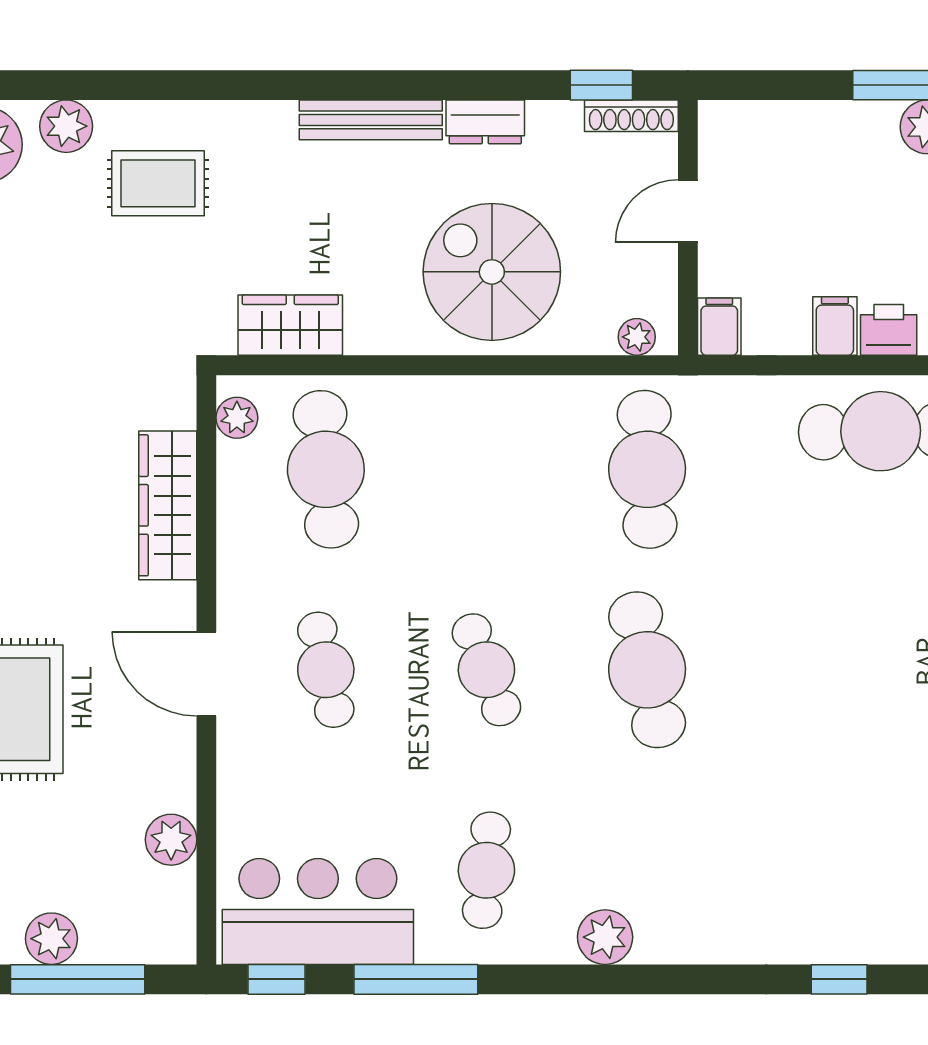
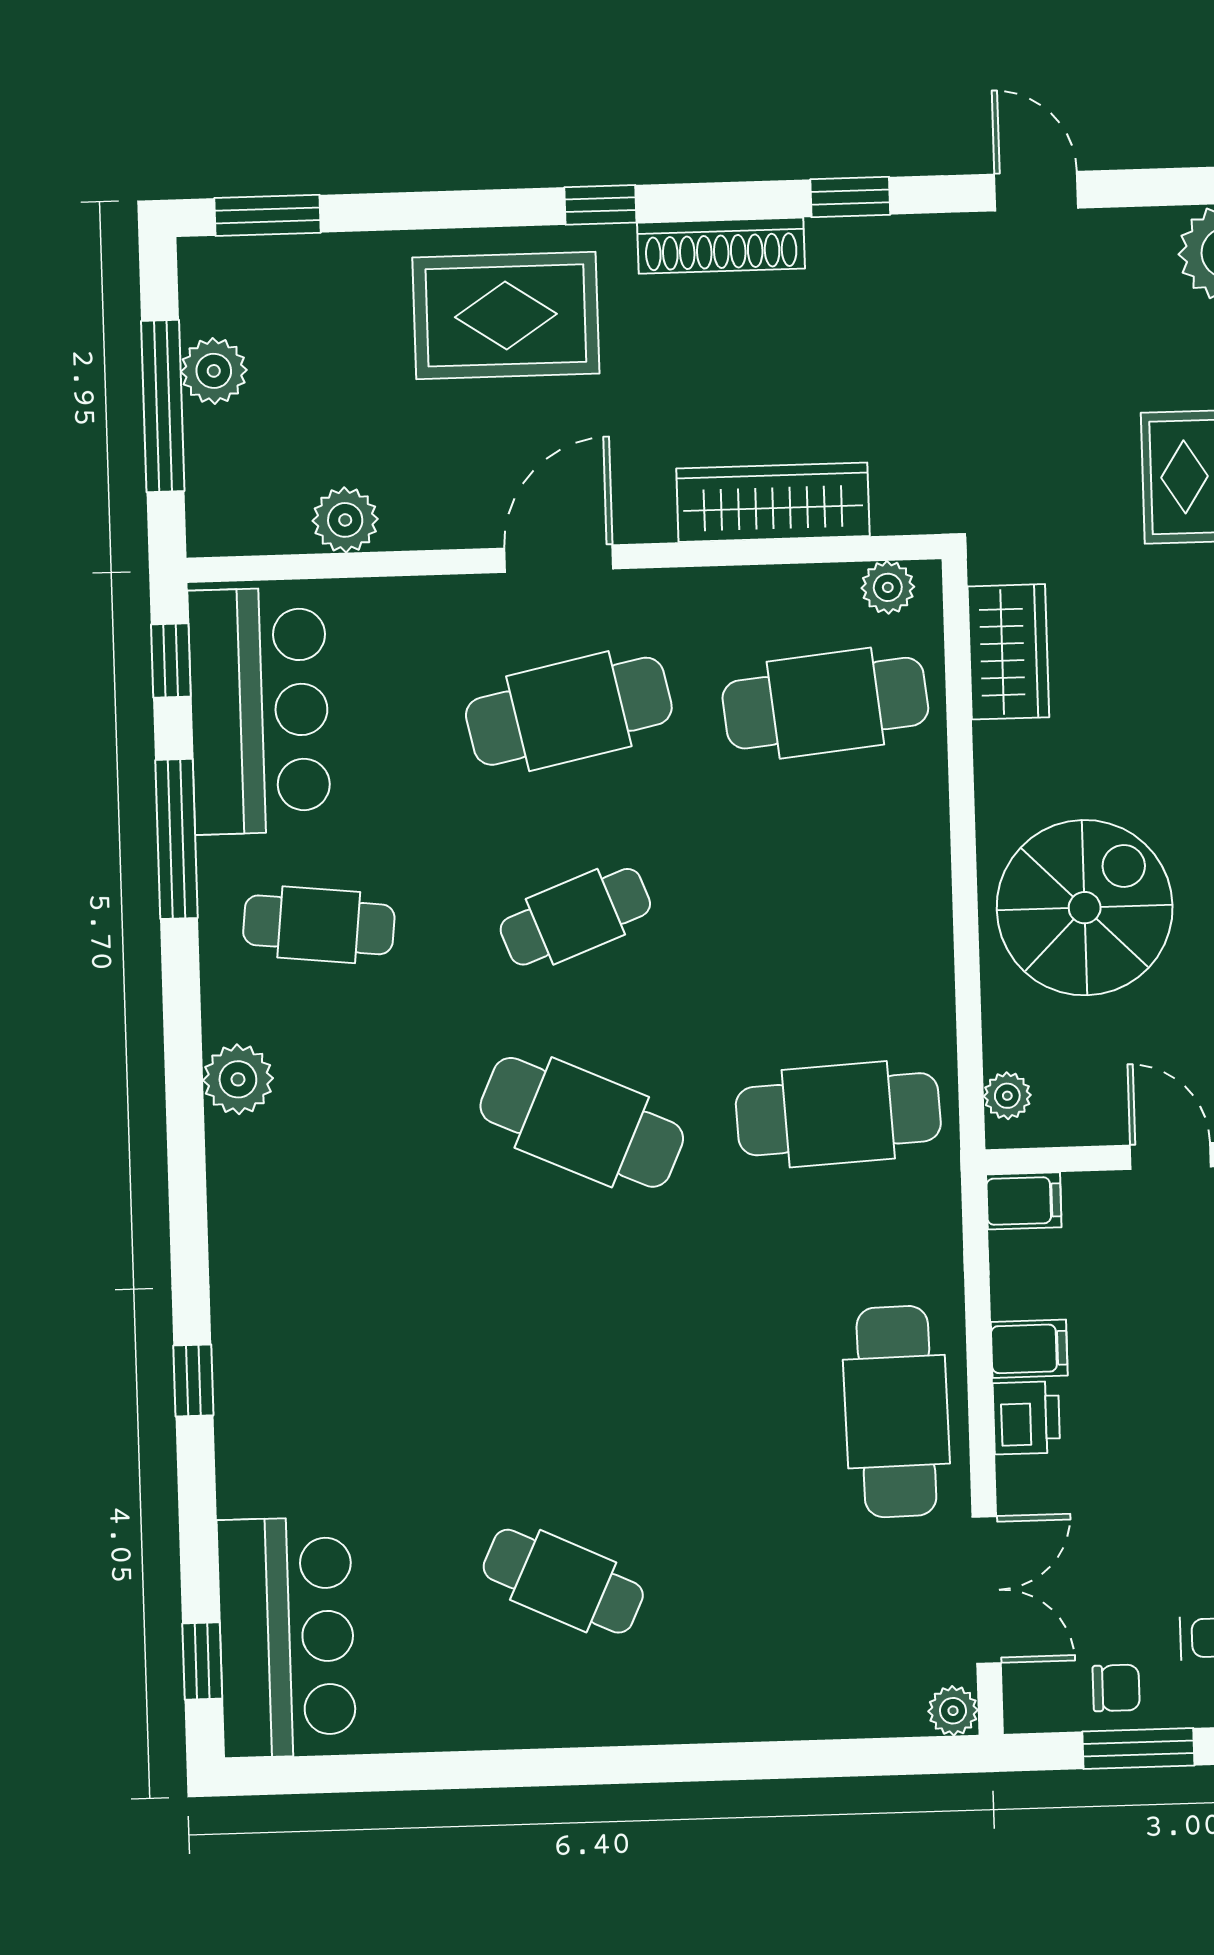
cafe table: (326, 670) -> (569, 711), width x1.37, depth x1.35
cafe table: (647, 670) -> (582, 1122), turned 36

